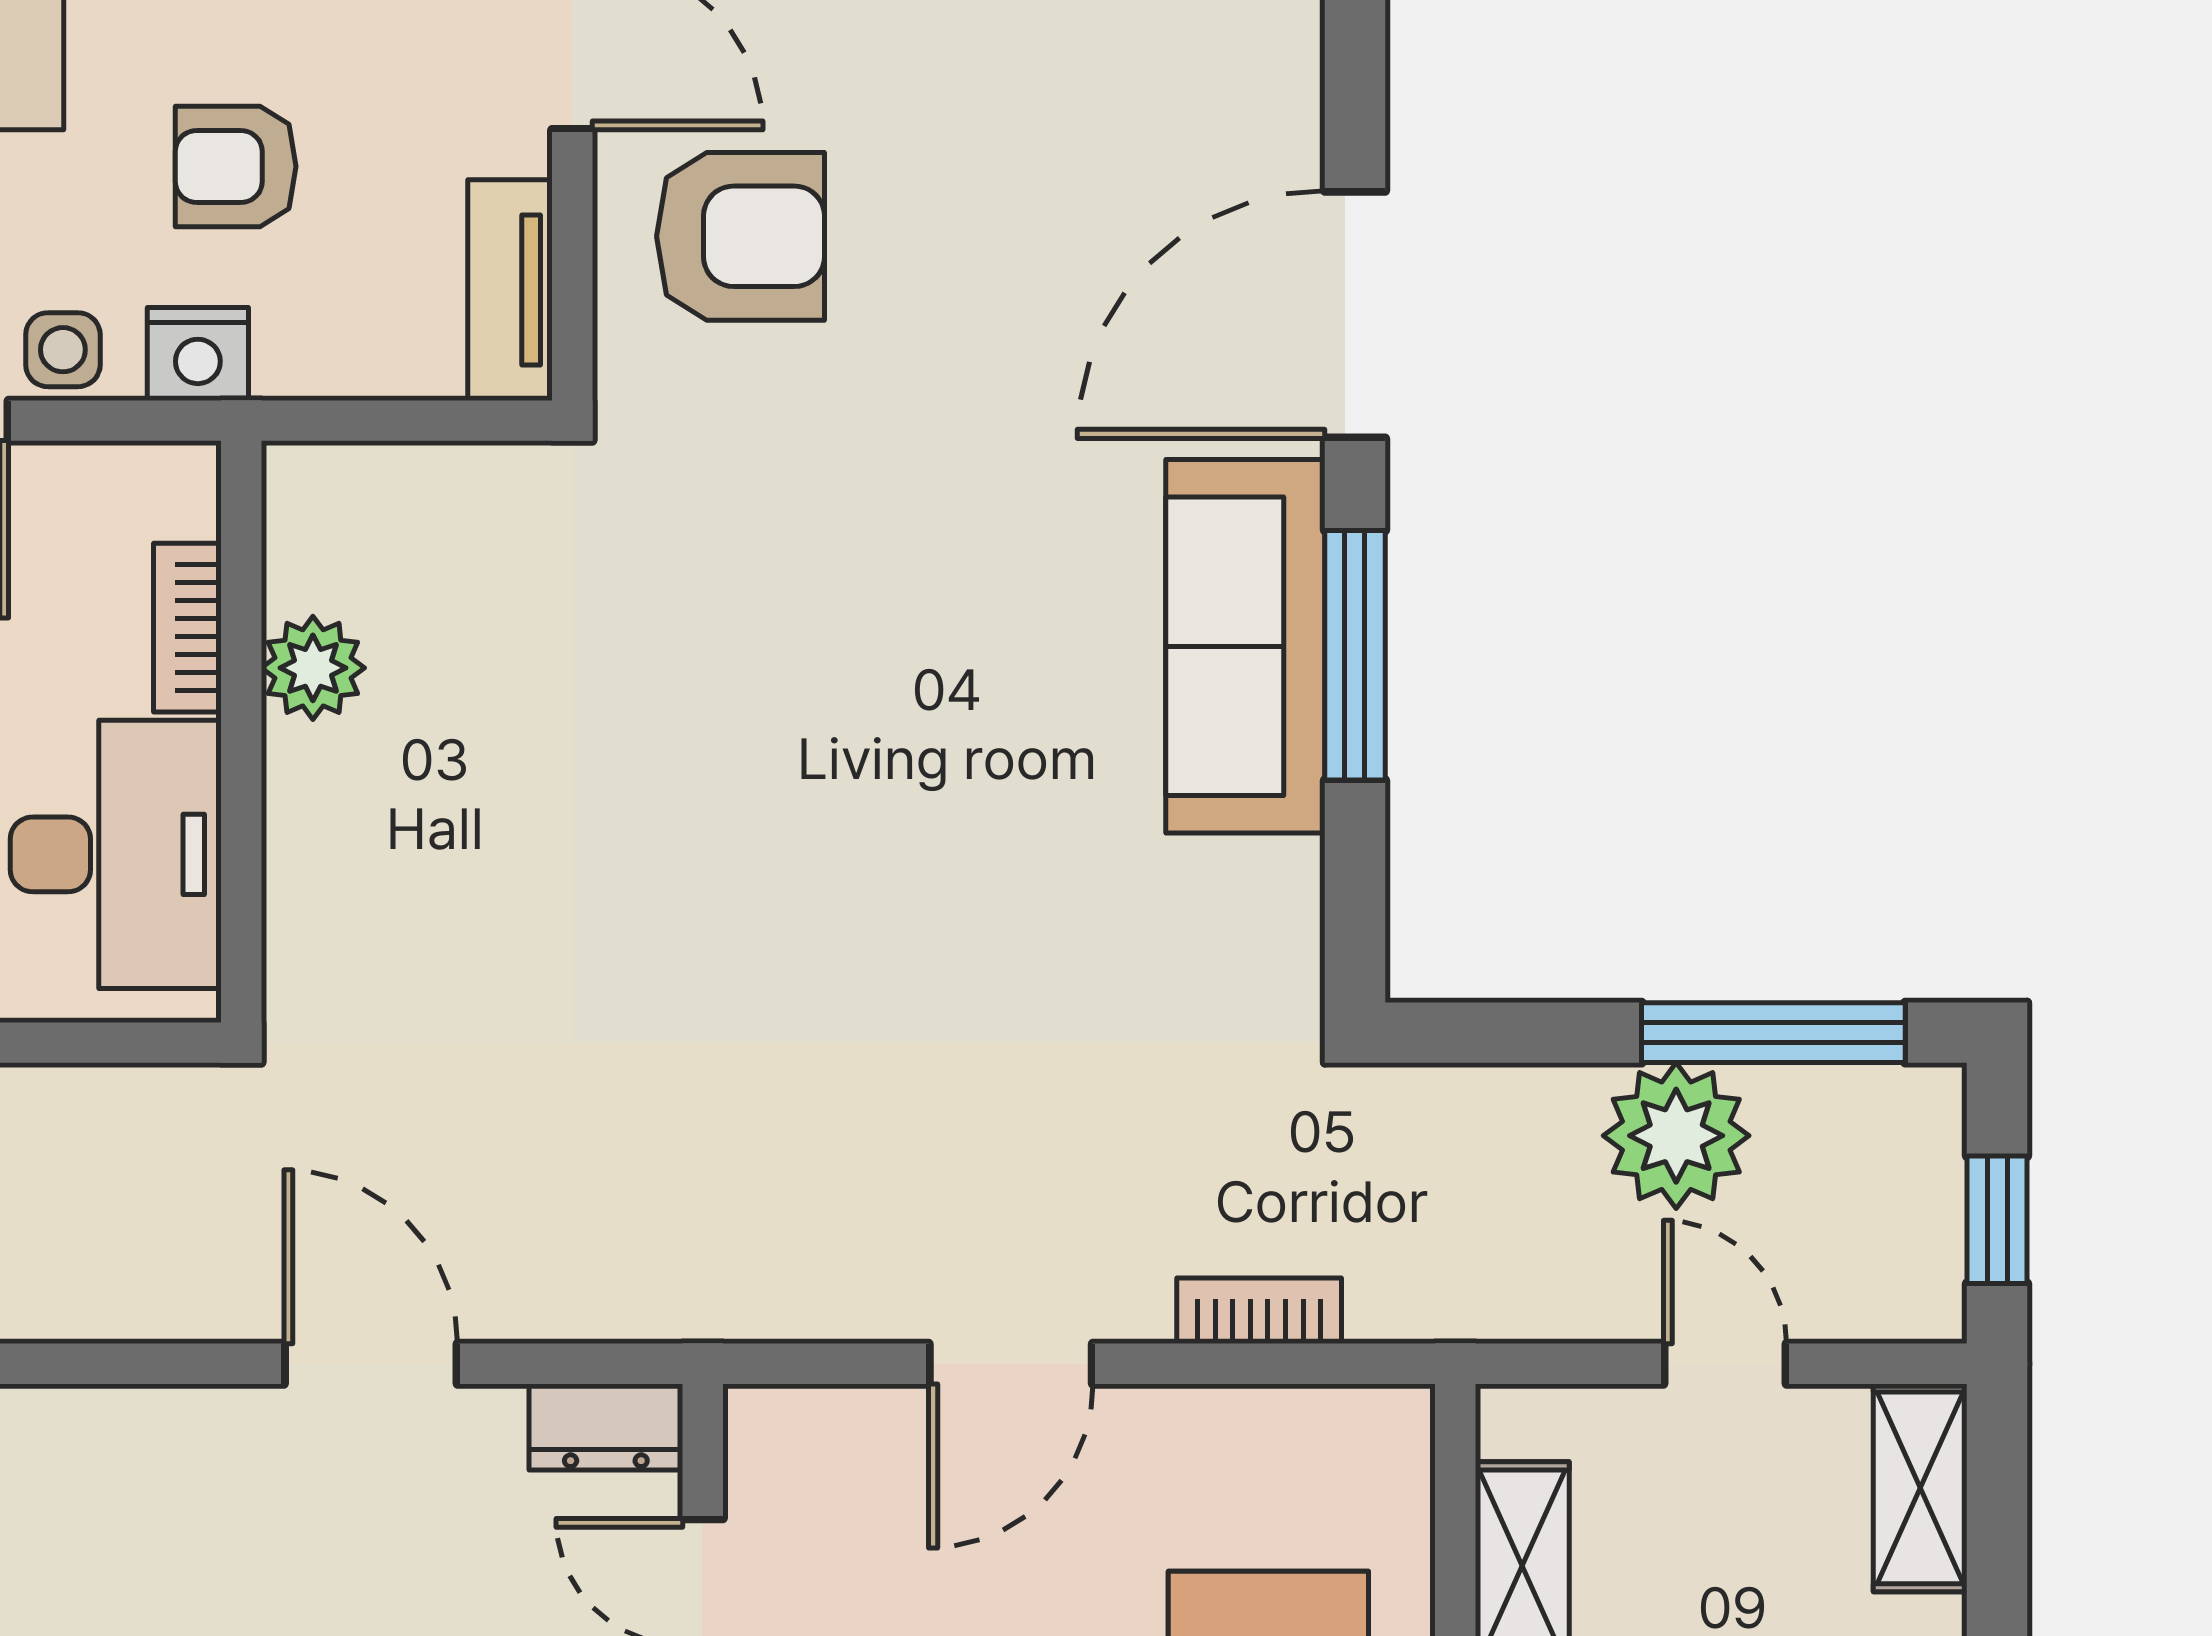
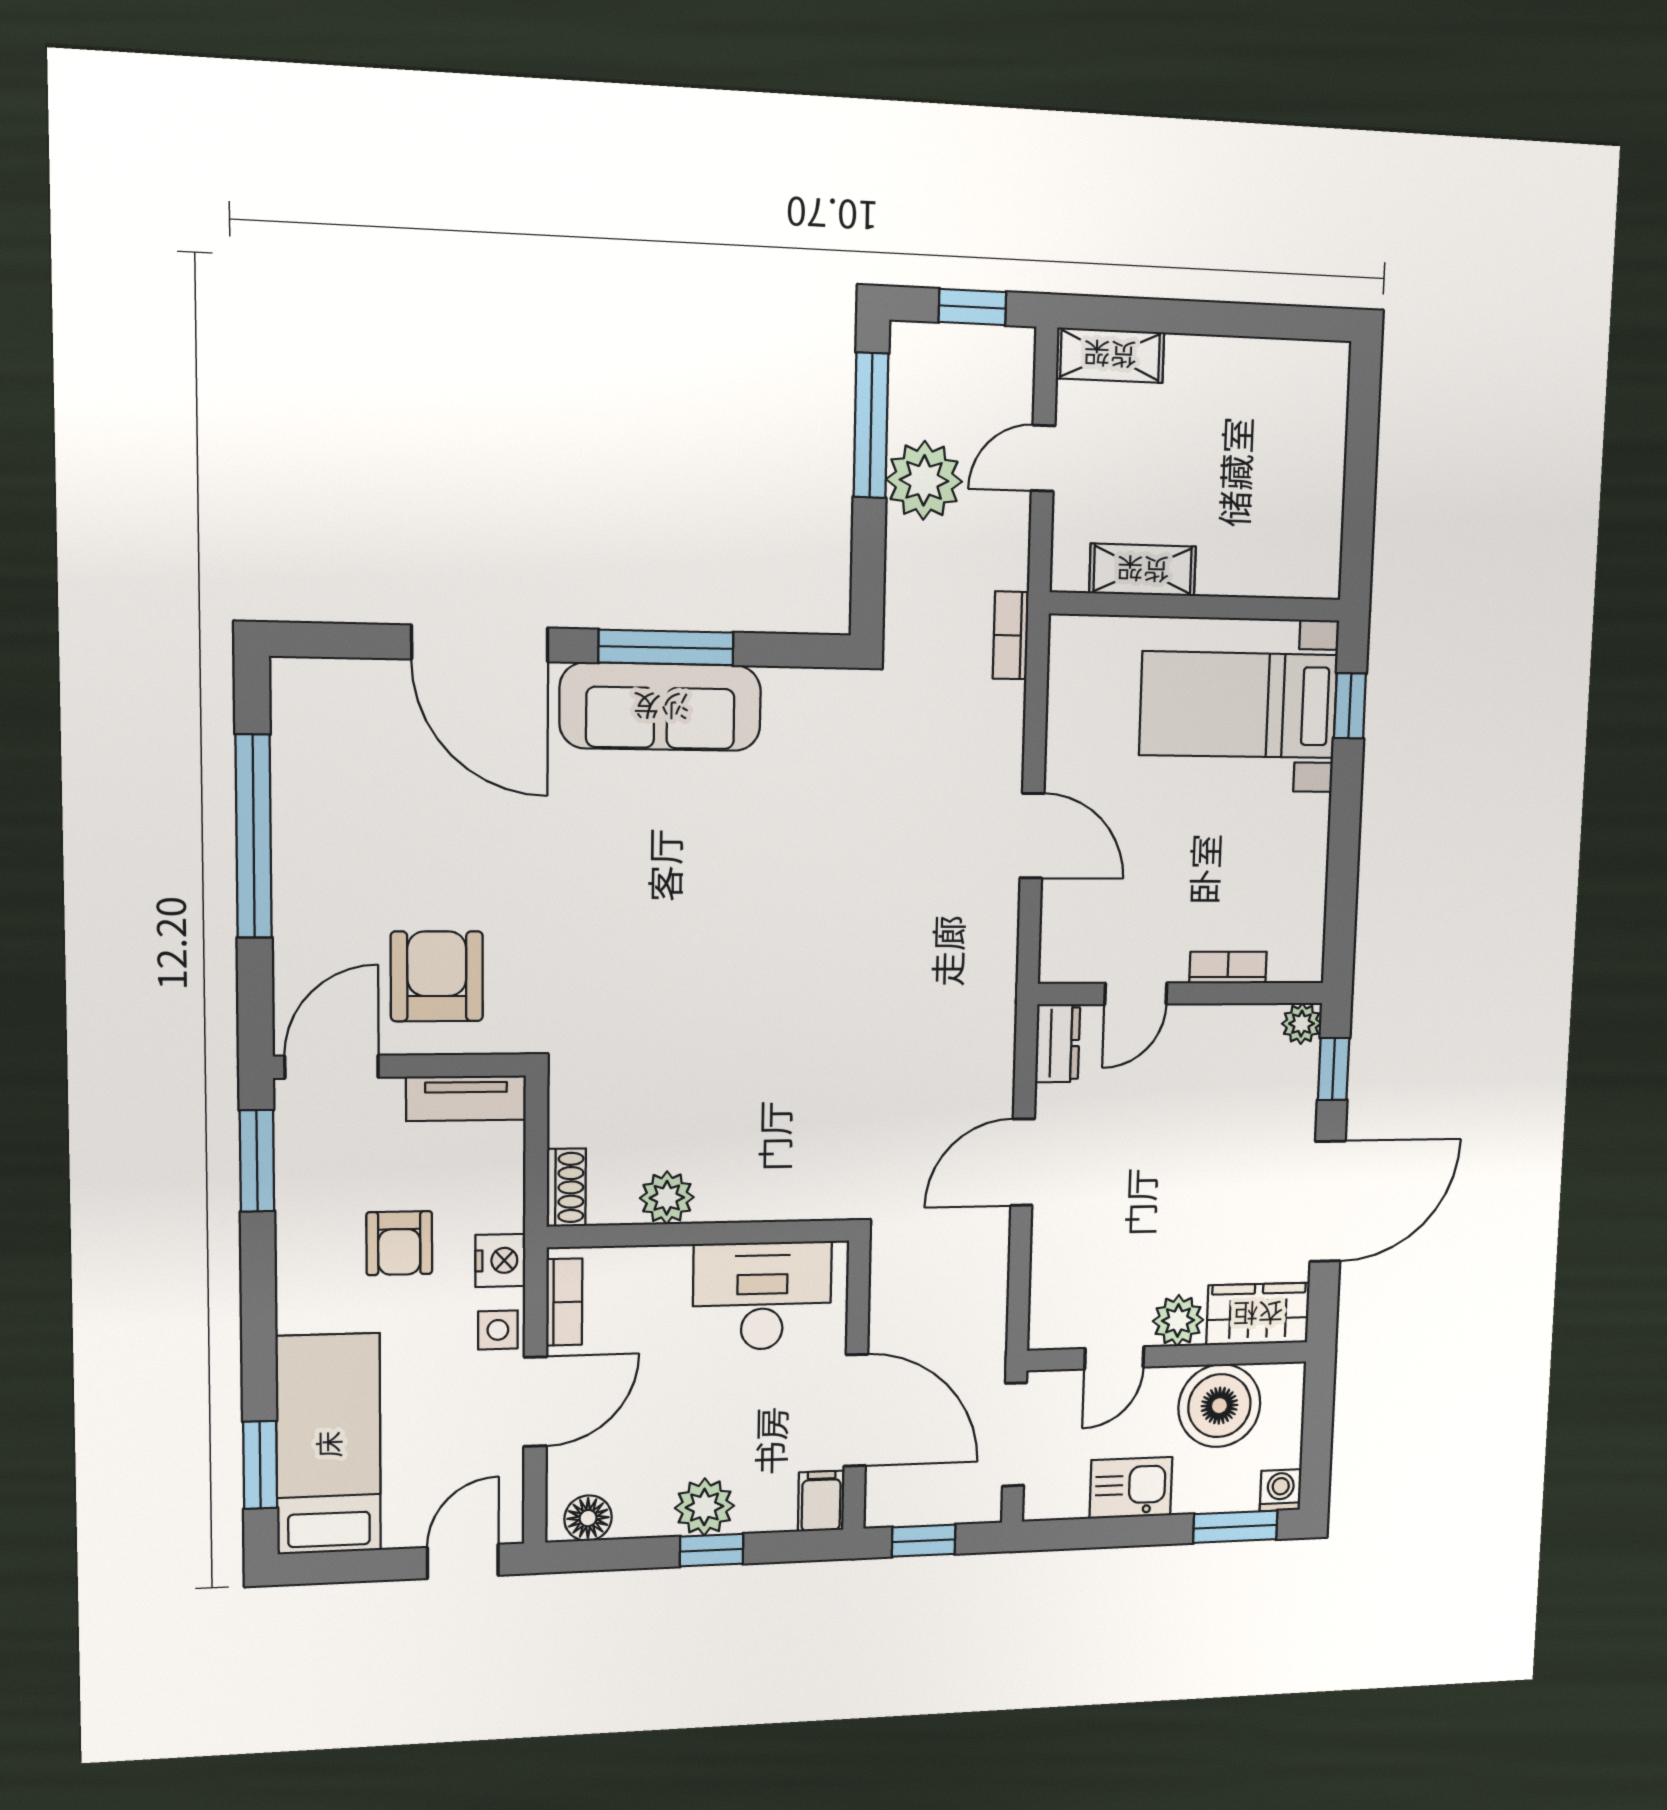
shoe rack: (336, 477) -> (566, 1188), added
bookcase: (187, 628) -> (564, 1302), moved, turned -90
bookcase: (1259, 1311) -> (1011, 635), moved

